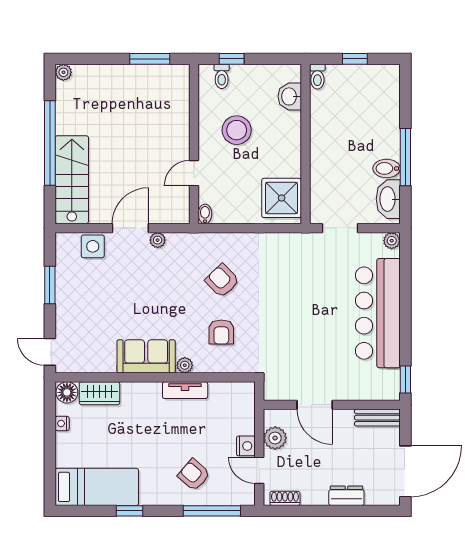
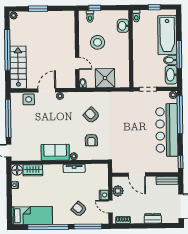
window: (150, 59) -> (38, 9), moved
bathtub: (381, 117) -> (167, 35), added
door: (194, 173) -> (77, 63), swing flipped
shower: (282, 198) -> (105, 78), moved
window: (405, 282) -> (180, 115), added
window: (50, 285) -> (8, 118), width x2.11
window: (130, 511) -> (48, 227), width x3.17

